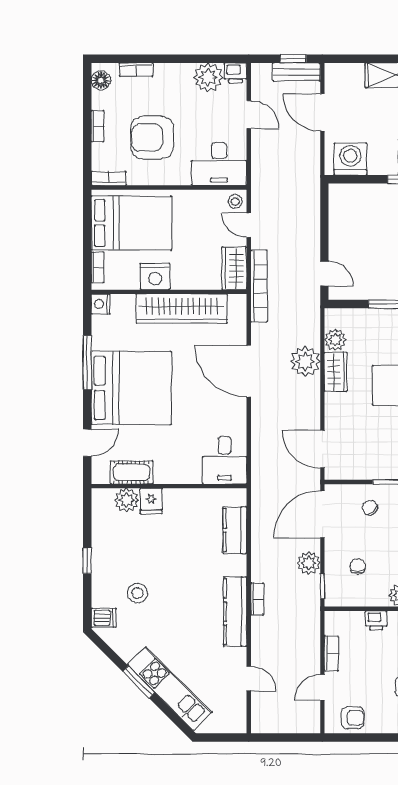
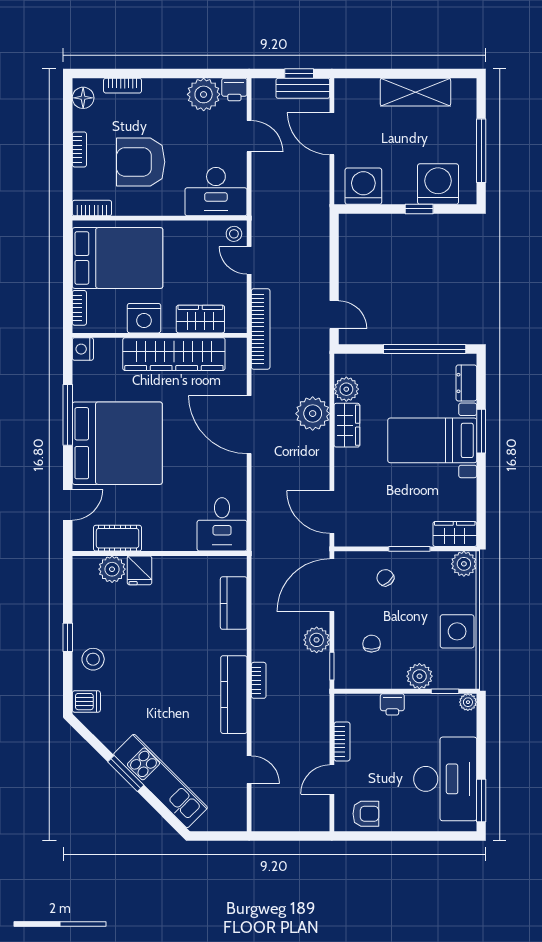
wardrobe: (234, 268) -> (200, 319), moved, turned 90
stool: (138, 593) -> (93, 659), moved

